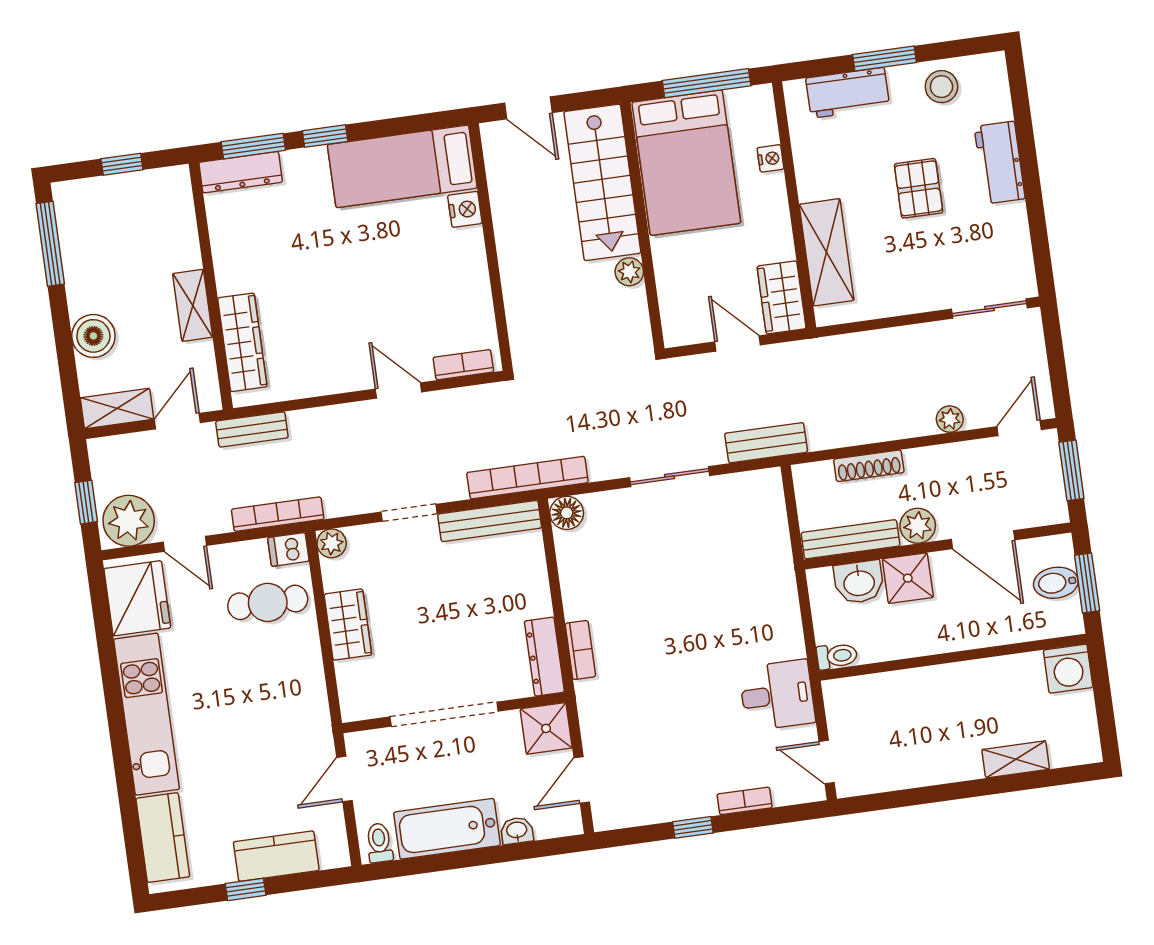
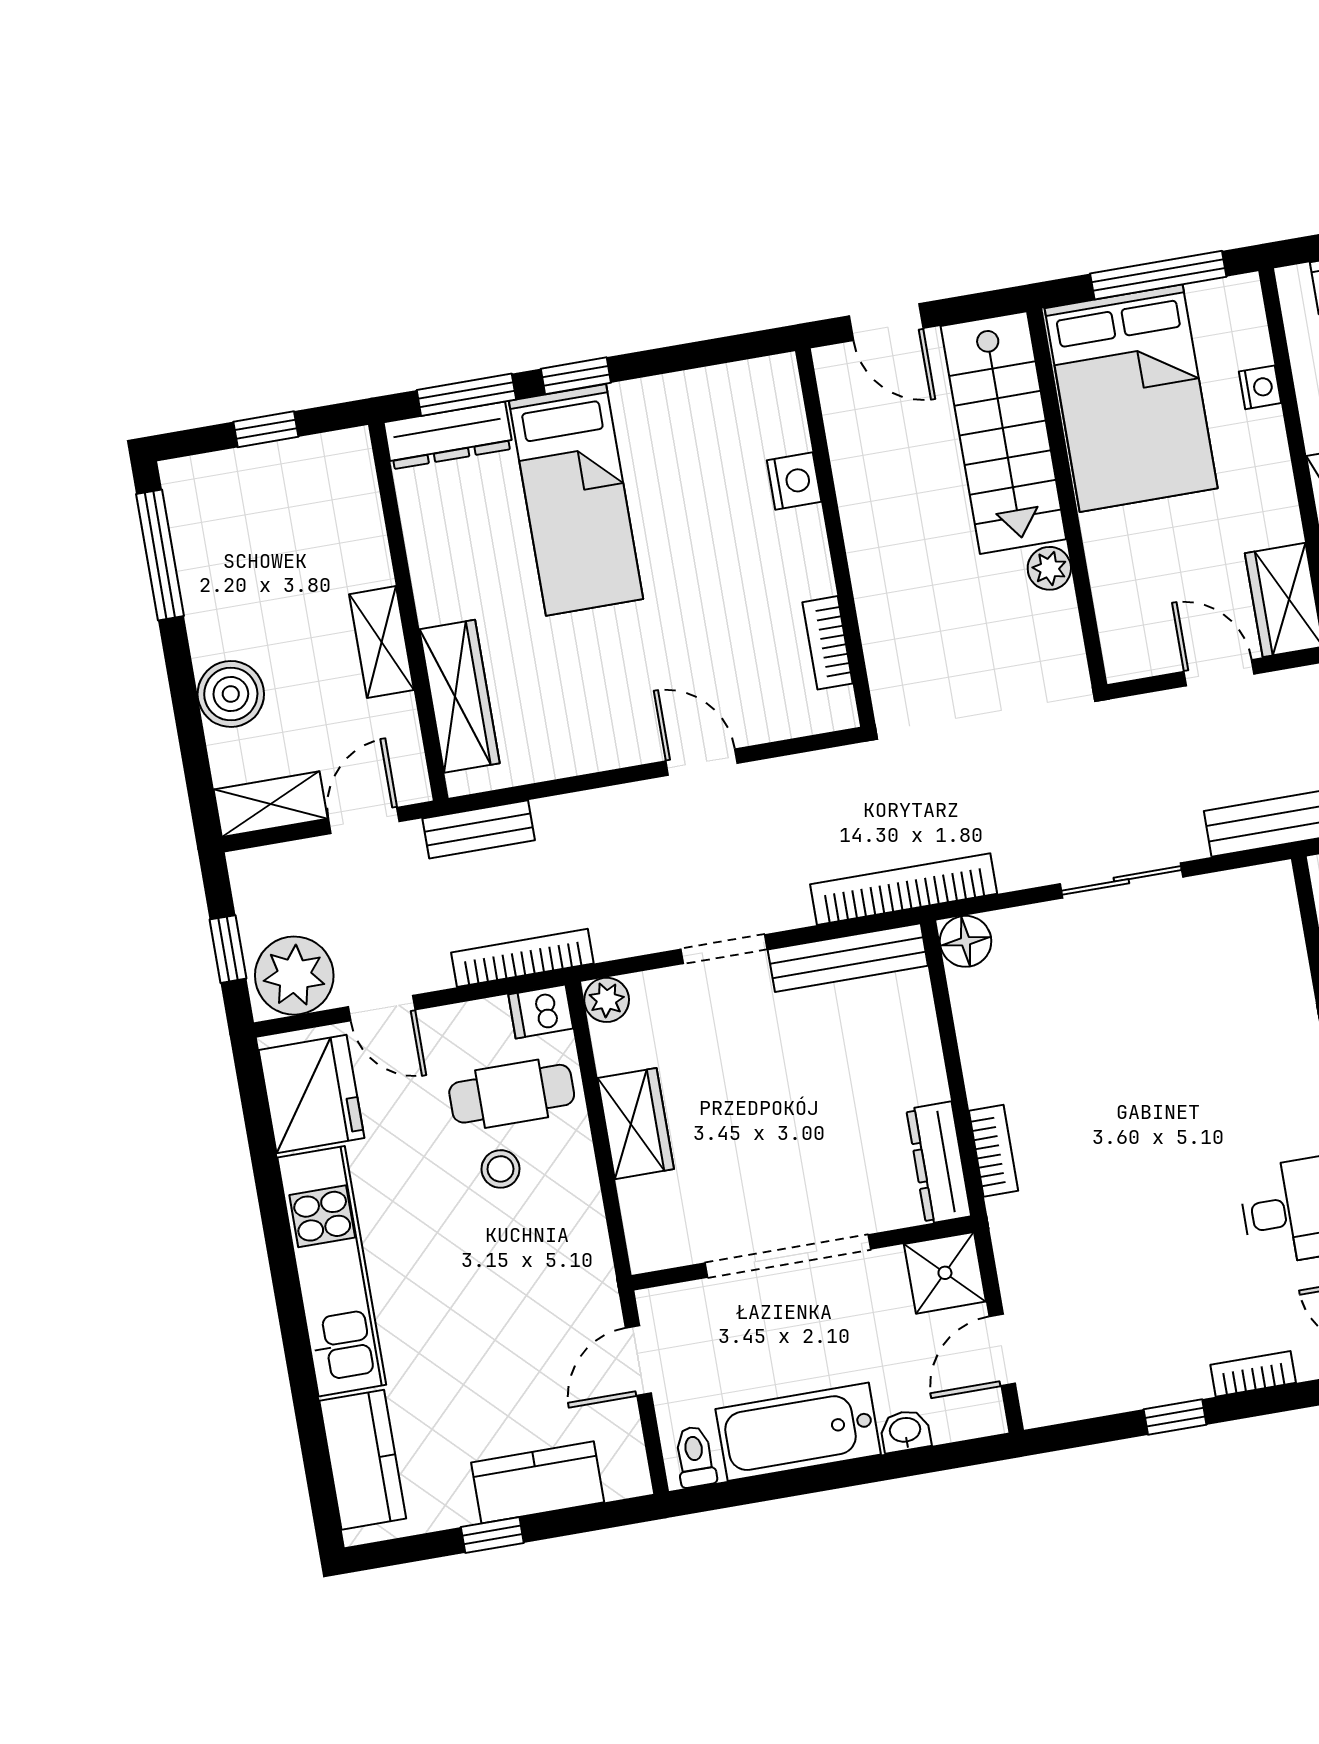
bed: (402, 166) -> (576, 500), moved, turned -90
bookcase: (463, 365) -> (828, 643), moved, turned -90
stool: (259, 651) -> (501, 1169), added

